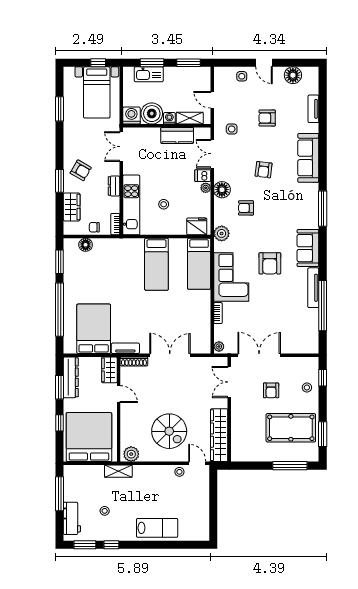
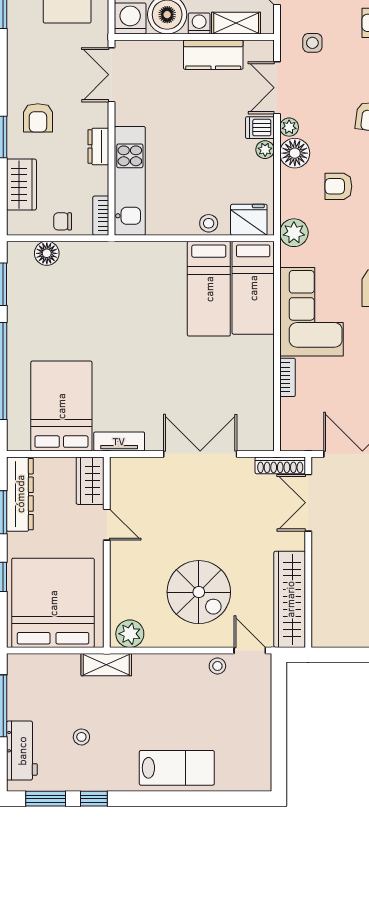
armchair: (81, 170) -> (38, 118), turned 60
stool: (164, 204) -> (209, 223), moved
bed: (156, 264) -> (209, 289), moved
plant: (219, 346) -> (289, 127), moved
shoe rack: (134, 361) -> (280, 465), moved

